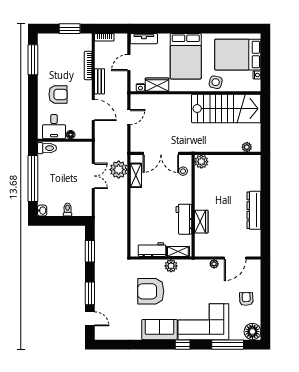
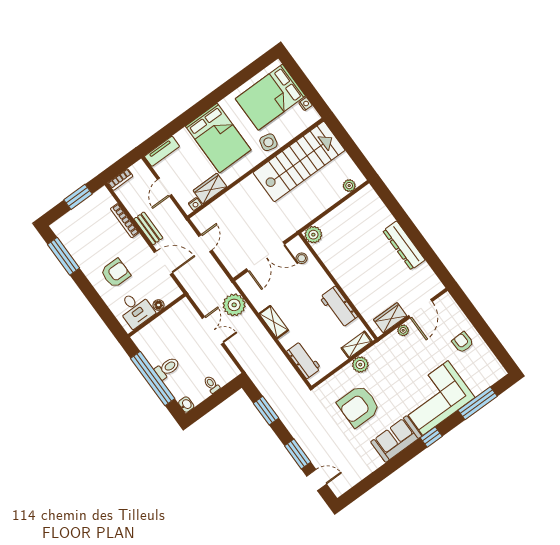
toilet: (47, 148) -> (167, 368), moved
shelving: (136, 175) -> (274, 322), moved
wardrobe: (201, 222) -> (390, 318), moved, turned -90
workbench: (152, 250) -> (304, 360), moved, turned 90
floor lamp: (252, 332) -> (493, 371), removed

